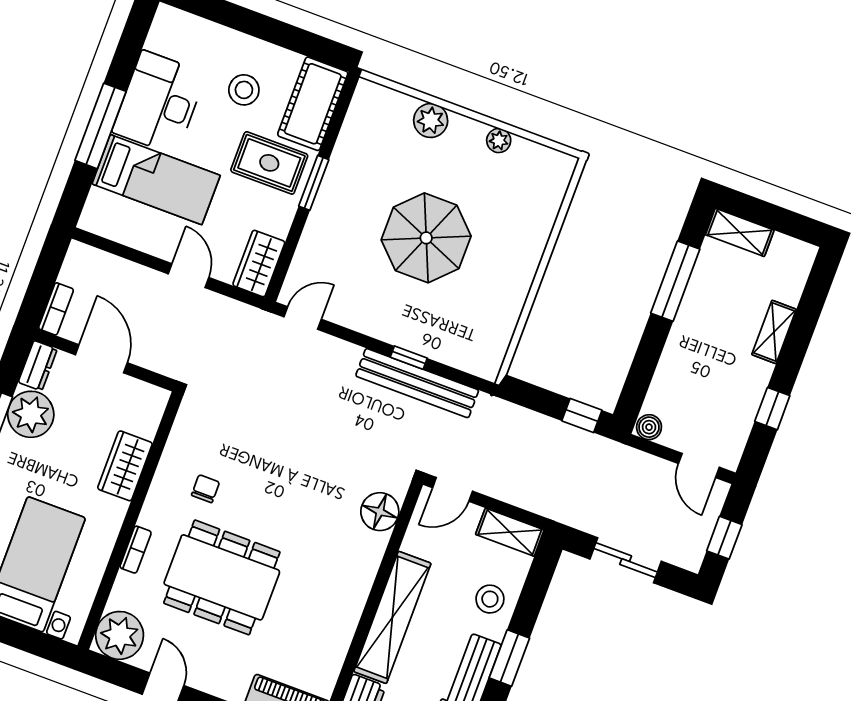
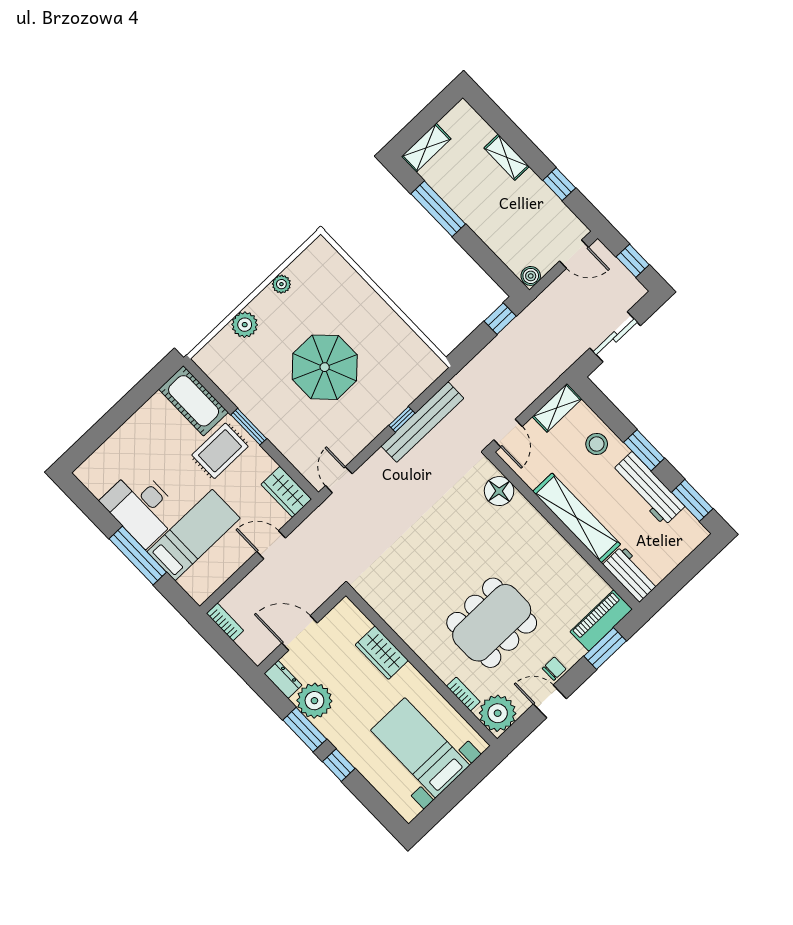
stool: (244, 90) -> (161, 444), removed
bookcase: (56, 309) -> (225, 622), moved
chair: (205, 489) -> (554, 669), moved, turned 90
bookcase: (136, 550) -> (463, 694), moved

